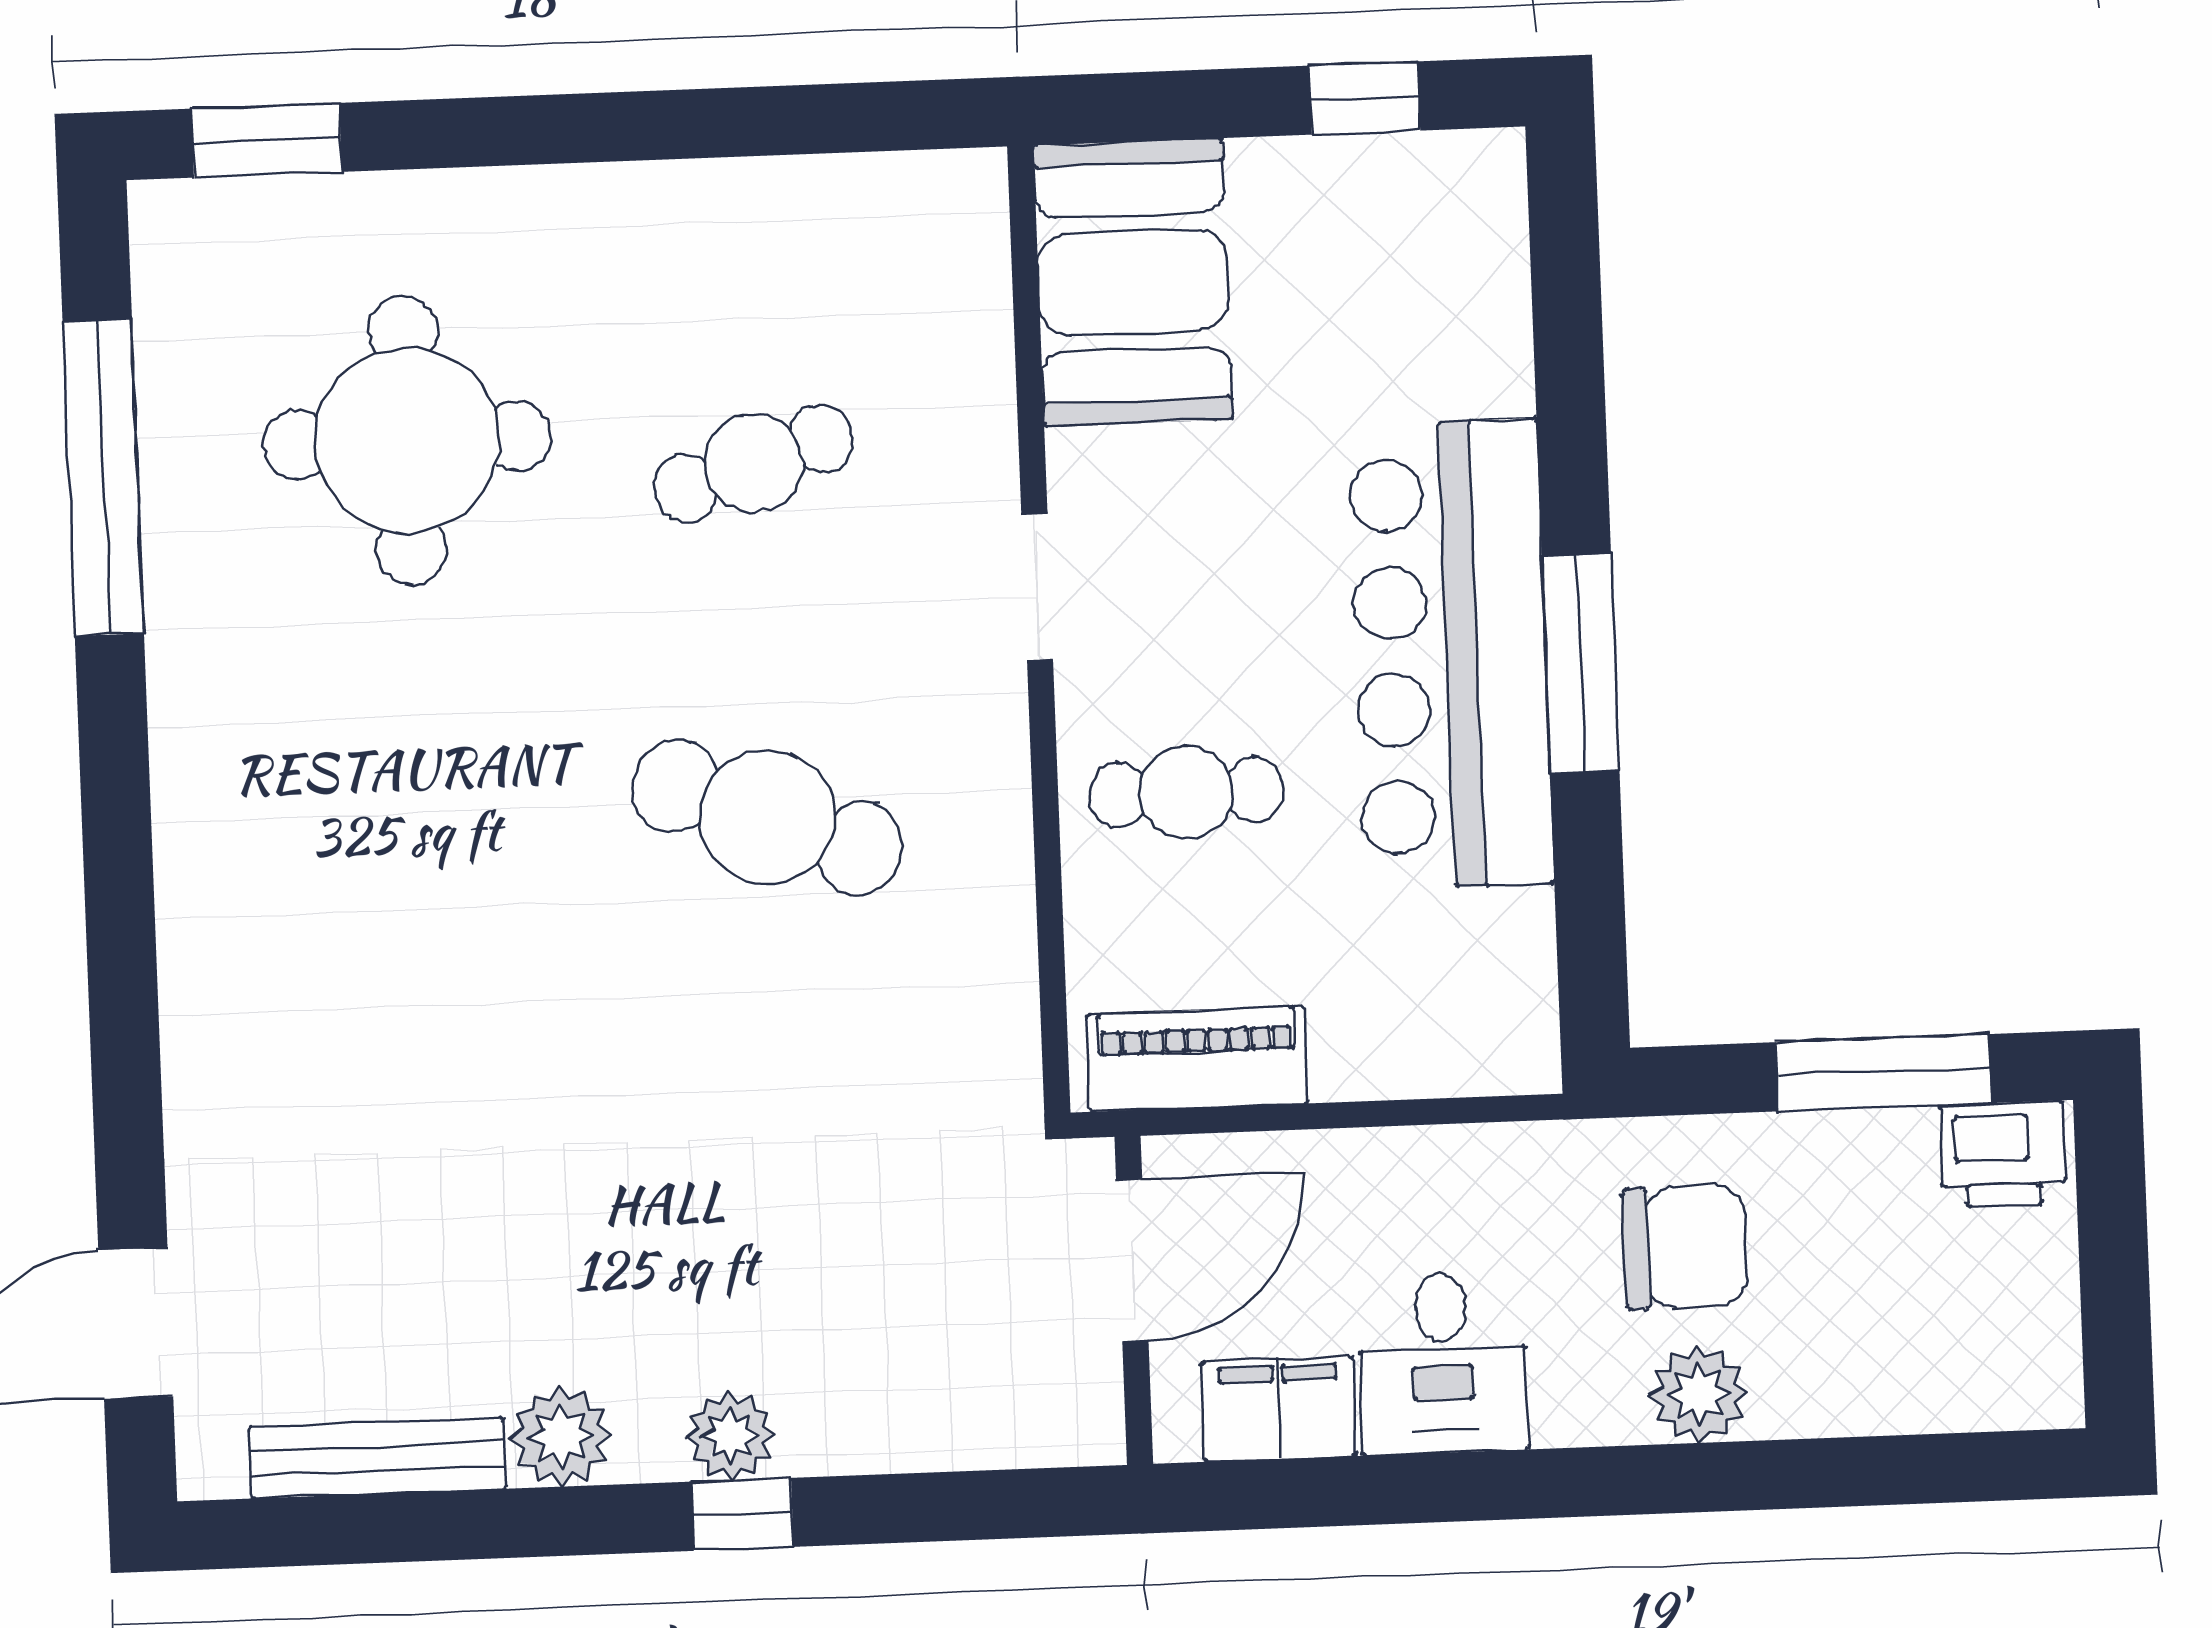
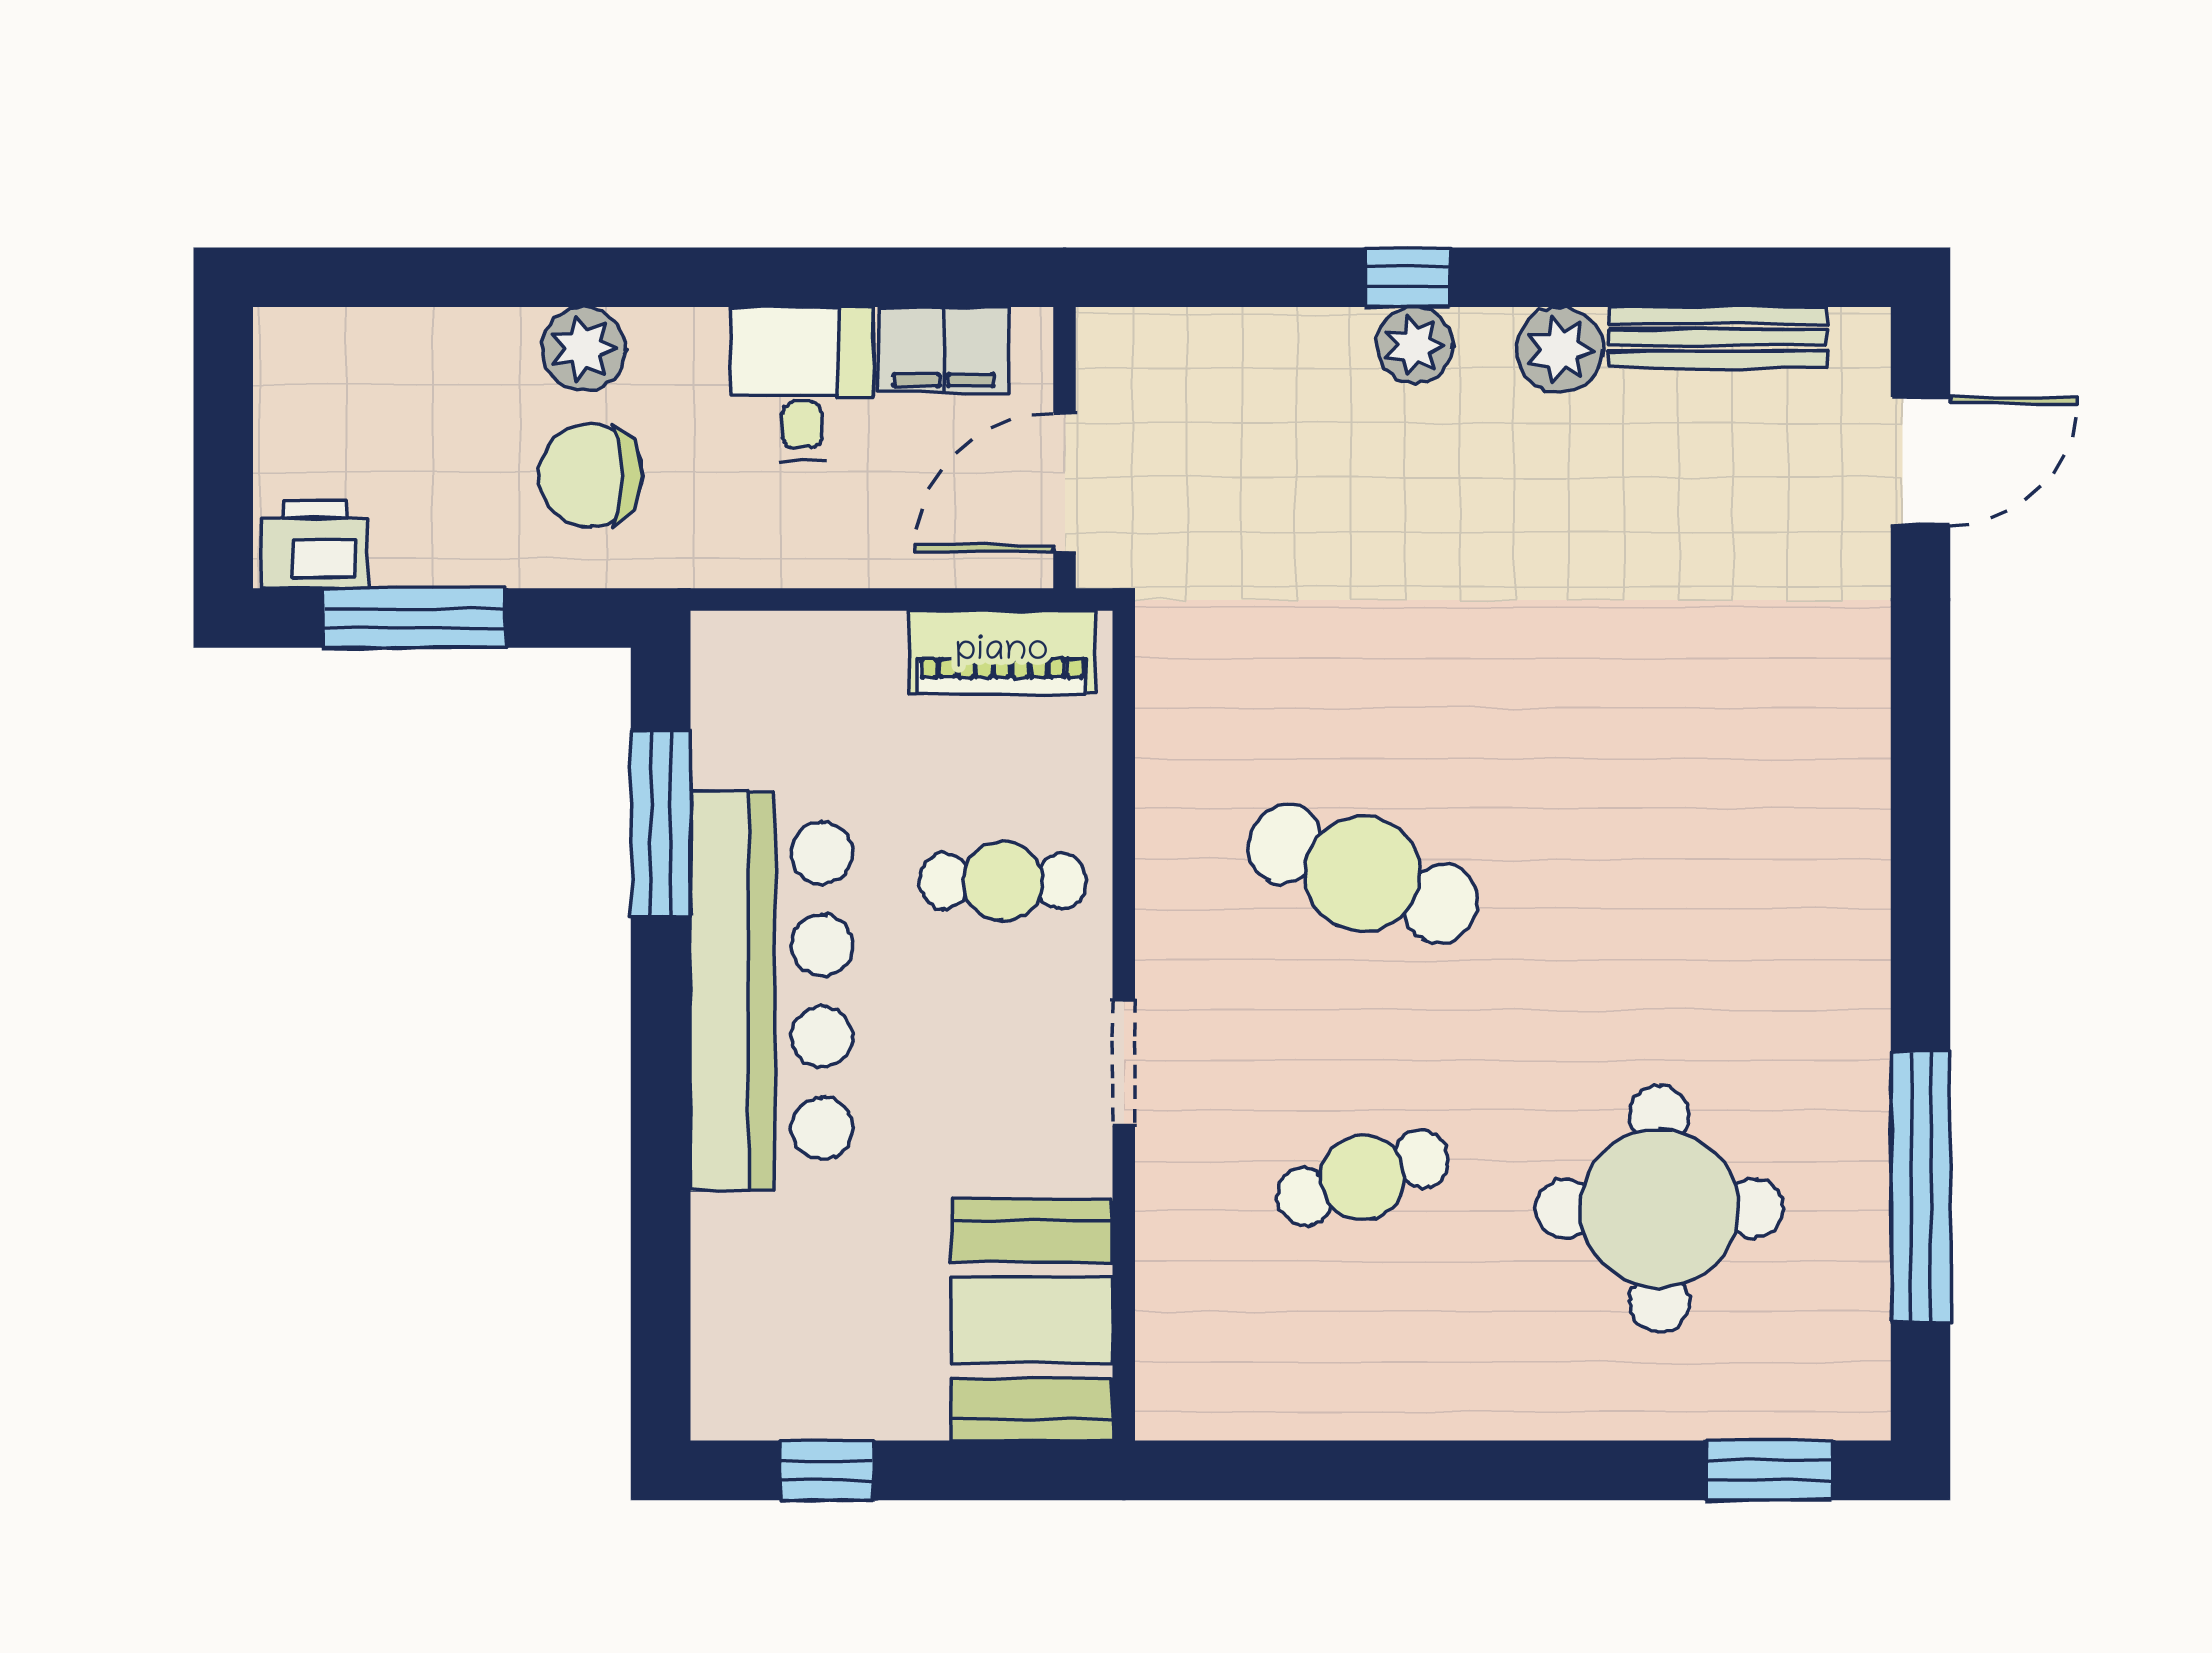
window: (1581, 664) -> (661, 824), moved

